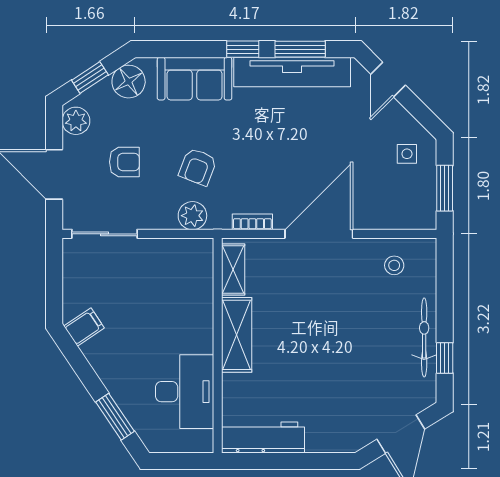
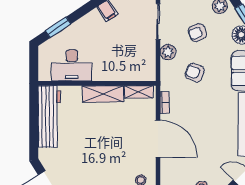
armchair: (124, 162) -> (197, 33), turned 68
plant: (192, 216) -> (168, 52), moved
workbench: (263, 437) -> (49, 116), width x1.36, depth x1.32

